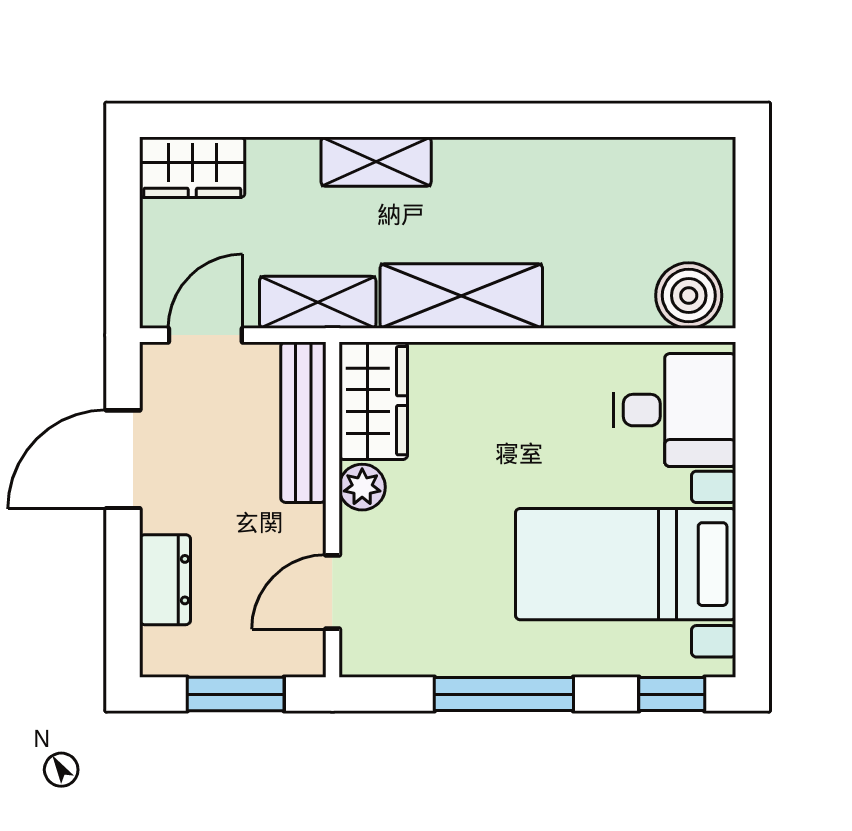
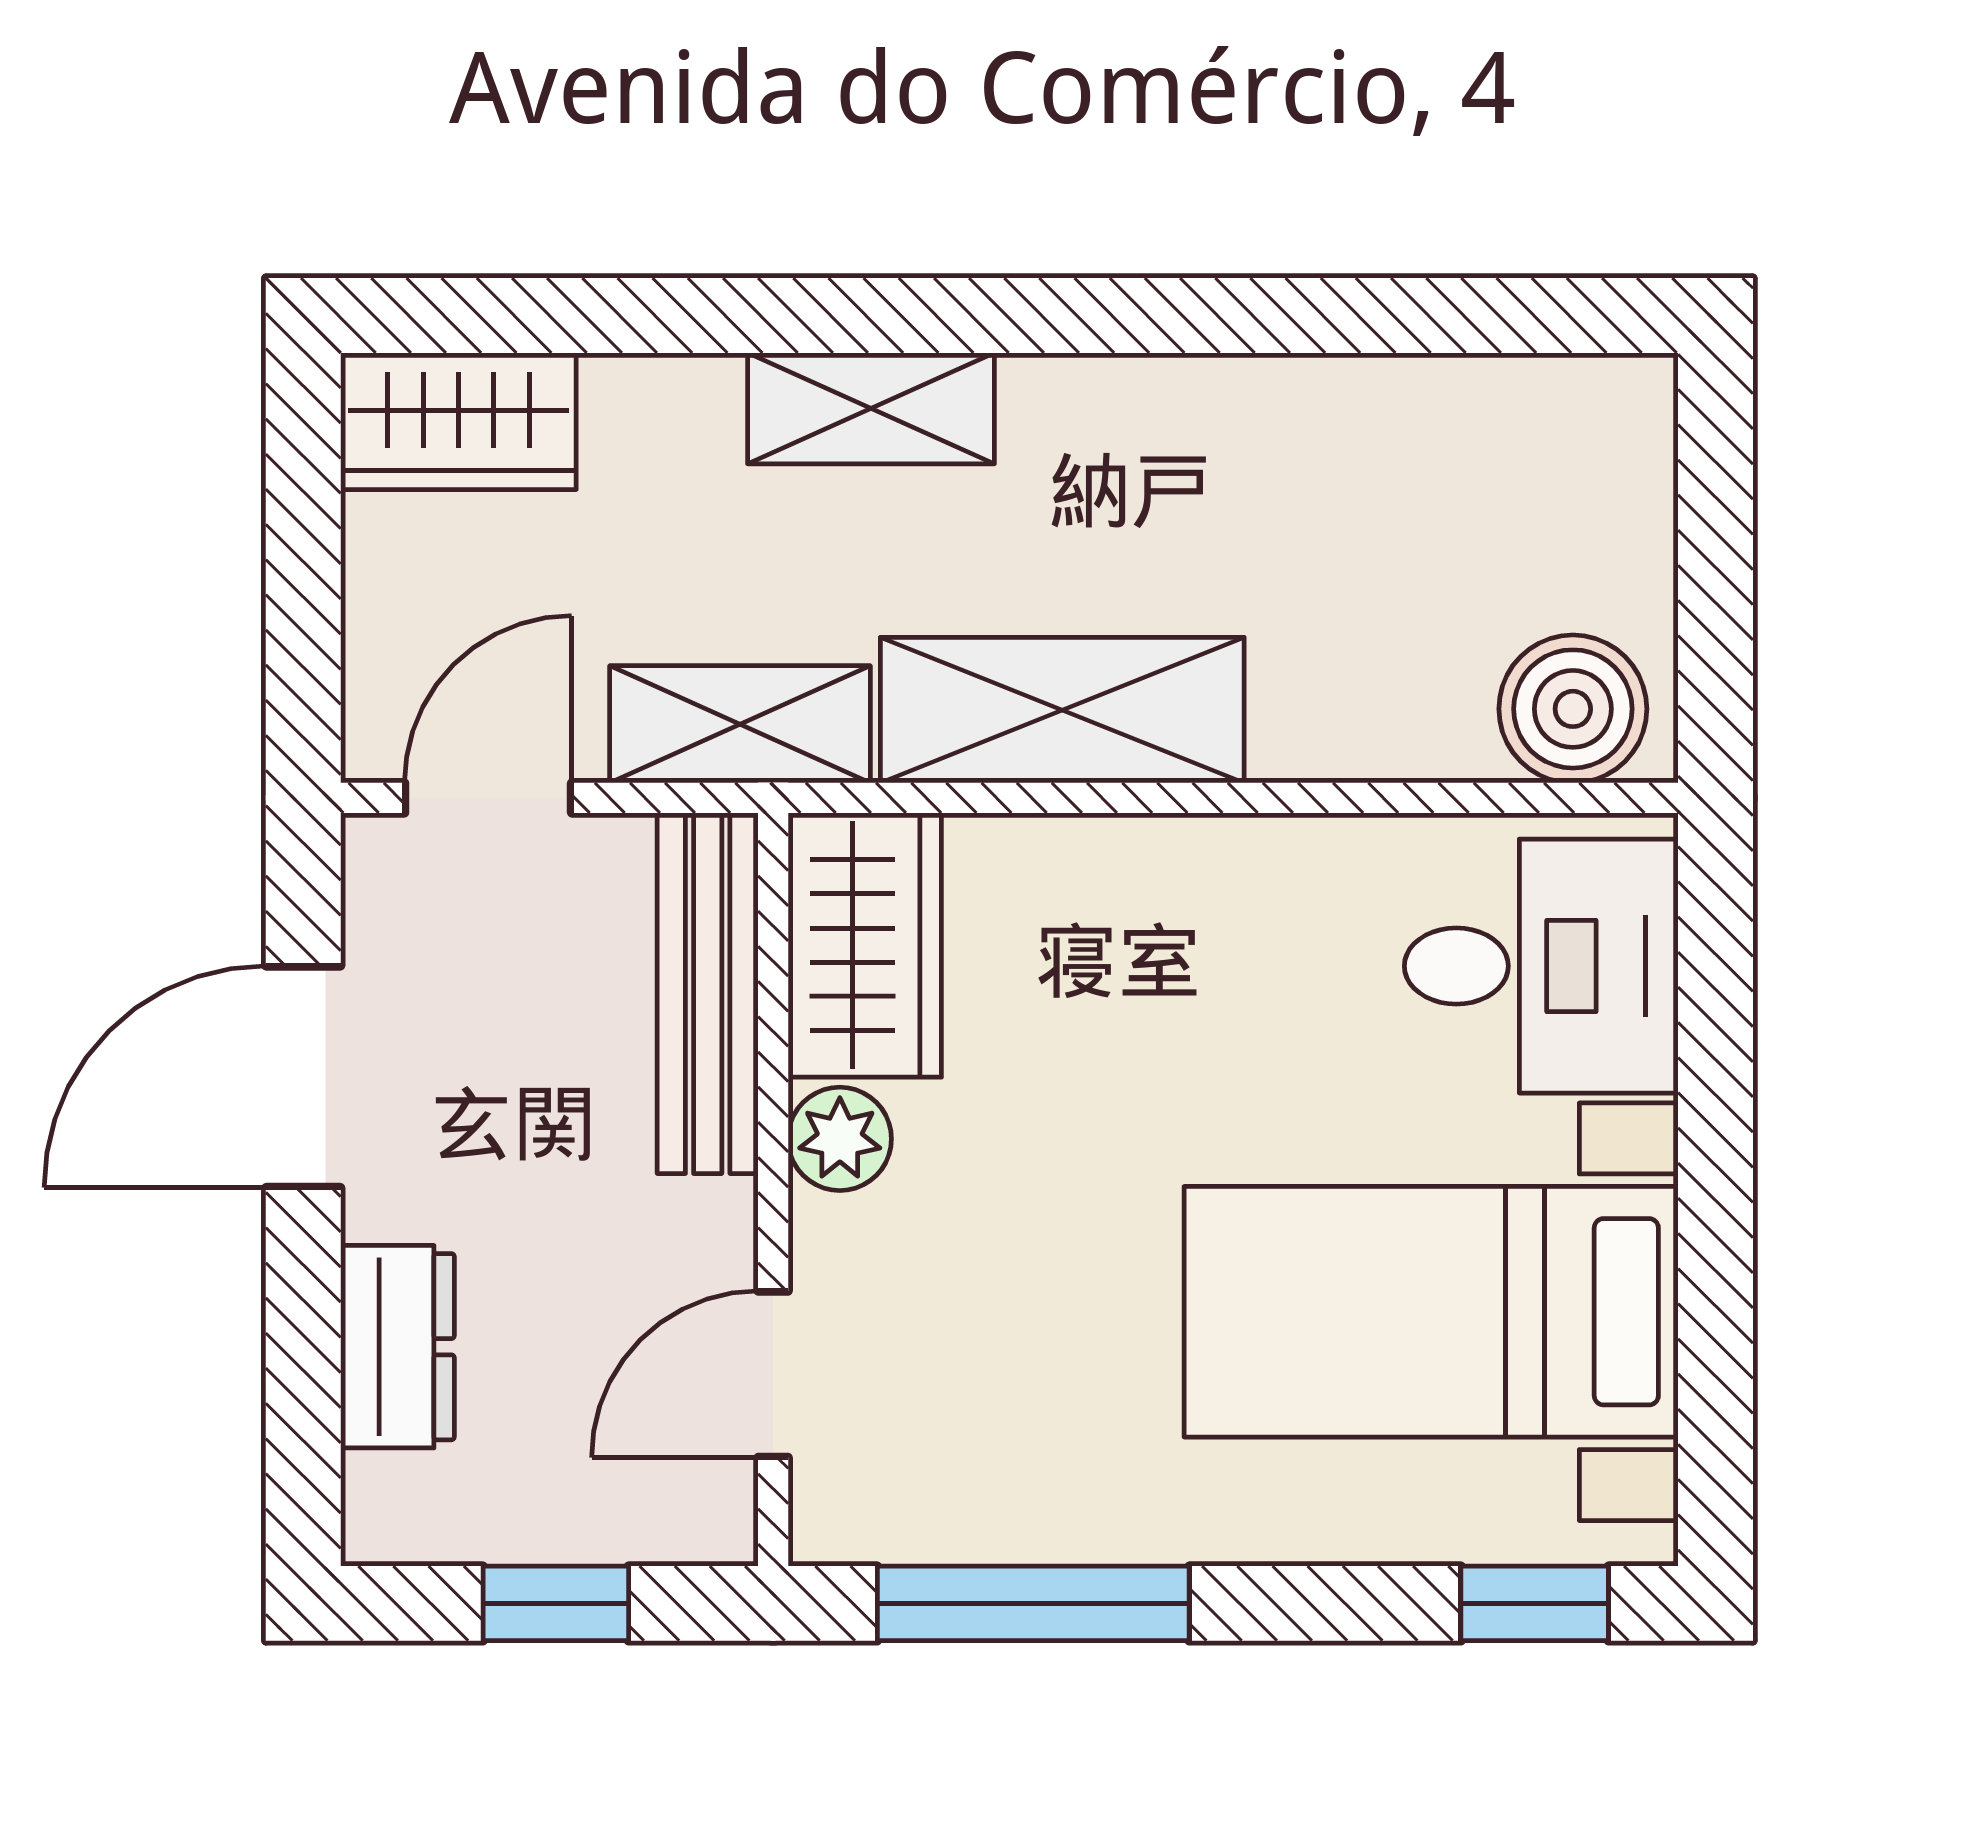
window: (236, 694) -> (556, 1603), width x0.67
window: (504, 694) -> (1033, 1603), moved

